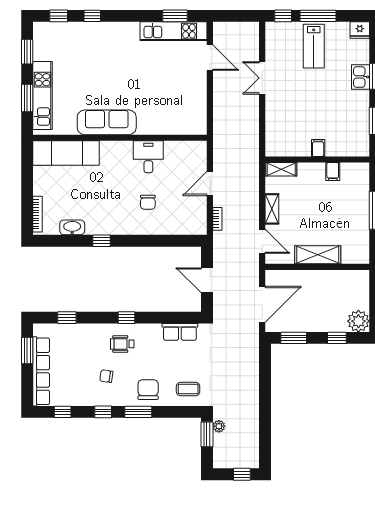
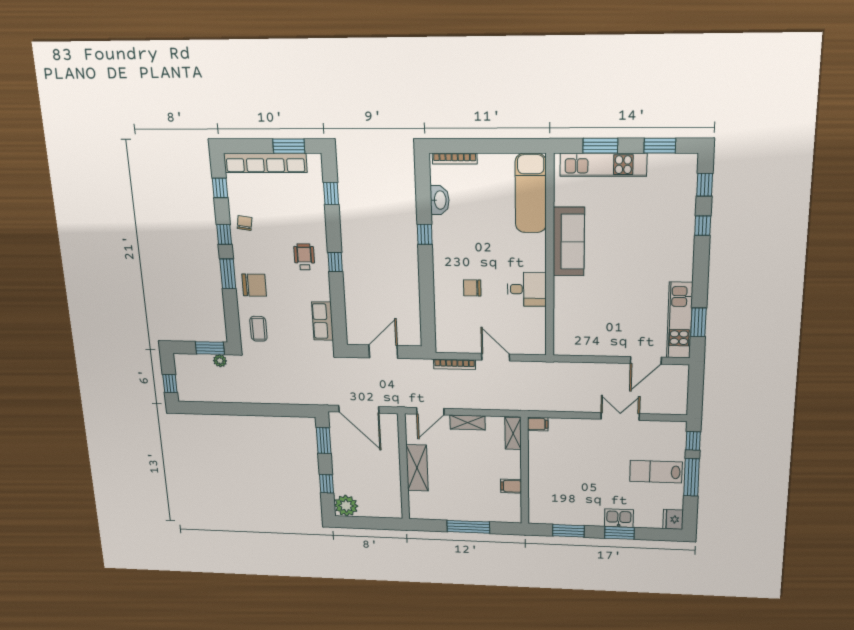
filing cabinet: (318, 148) -> (538, 424), moved
bookcase: (217, 219) -> (455, 364), width x1.56
chair: (106, 376) -> (245, 223), moved

